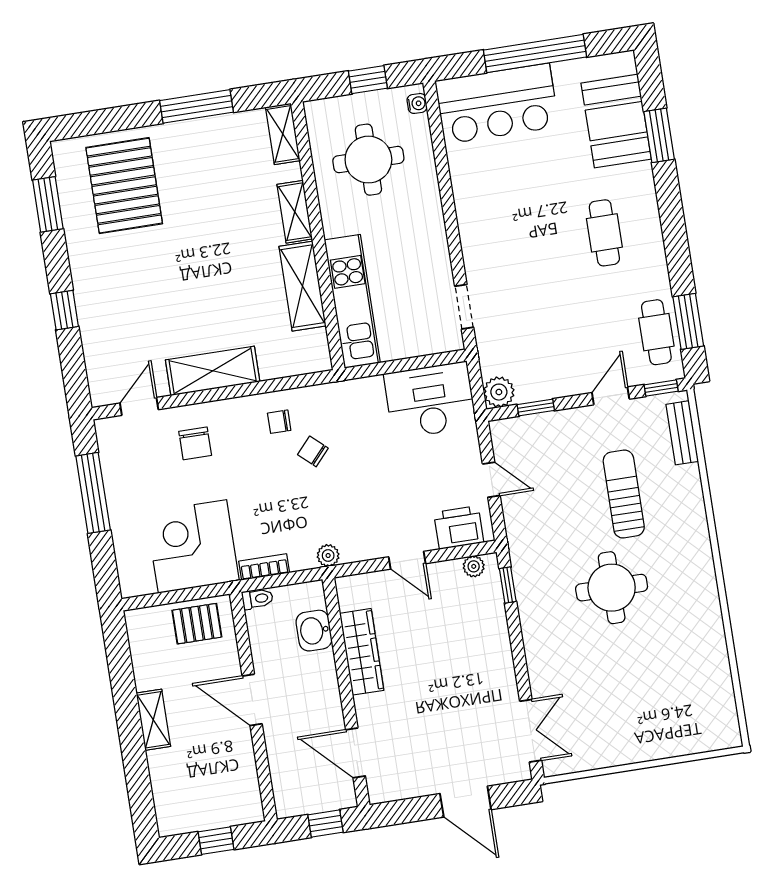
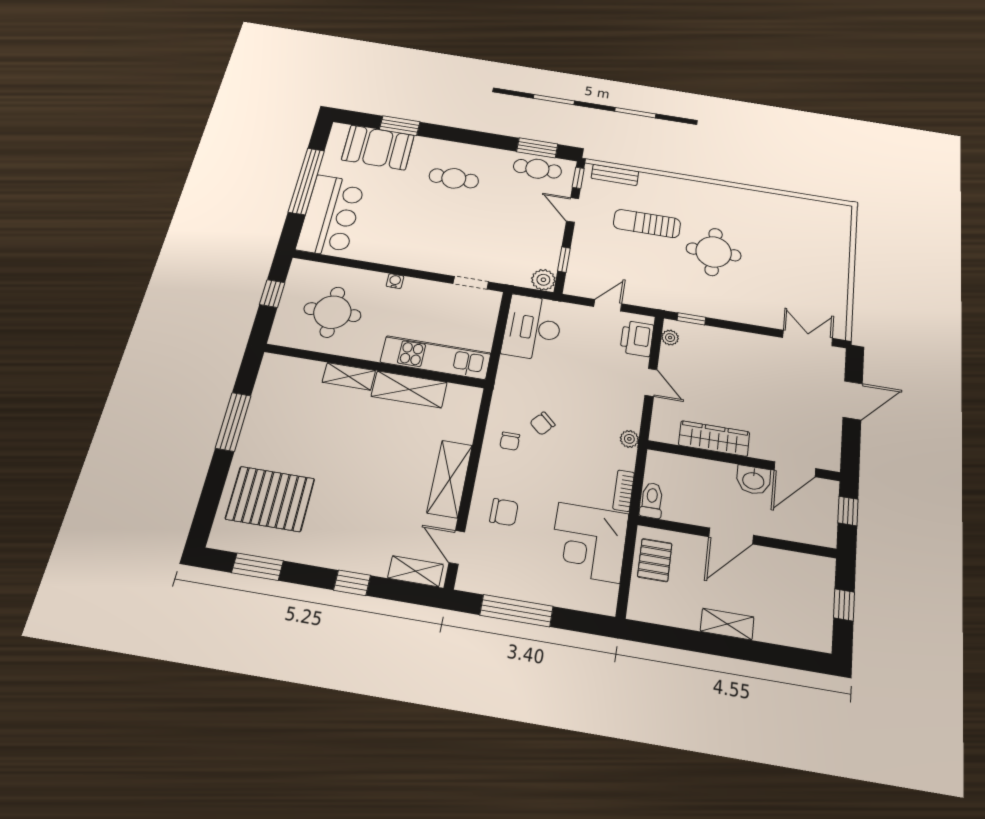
water cooler: (417, 103) -> (395, 281), moved
shelving: (283, 134) -> (416, 571), moved
door: (407, 560) -> (651, 382), hinge flipped
toilet: (257, 599) -> (652, 500), width x1.37, depth x1.39
washbasin: (314, 631) -> (753, 480), moved

